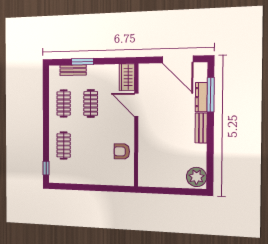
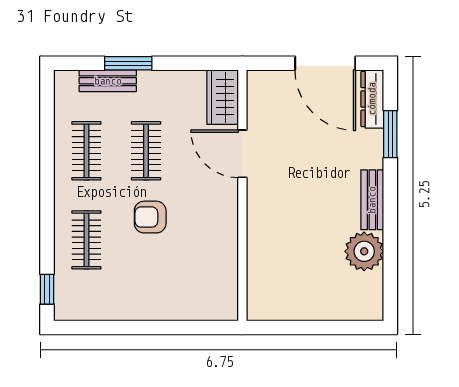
window: (211, 95) -> (390, 134), width x0.69
dresser: (201, 97) -> (372, 99), moved
armchair: (122, 151) -> (150, 217), moved
plant: (196, 177) -> (364, 251), moved

